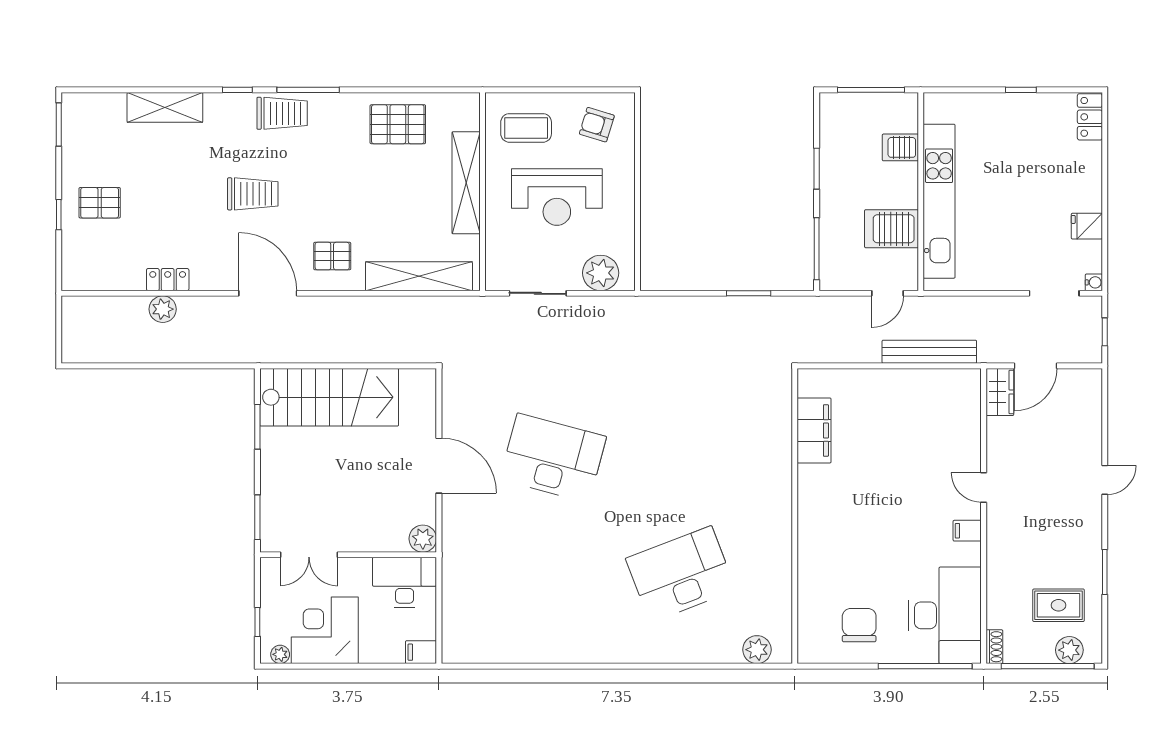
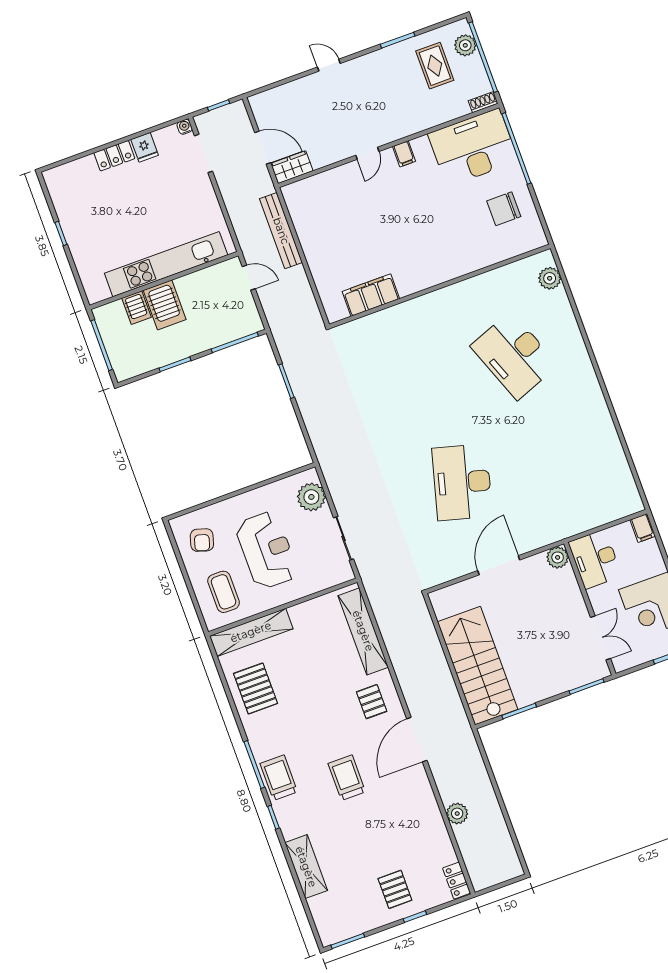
locker: (1090, 117) -> (114, 156), moved
shelving: (466, 183) -> (251, 632), moved
server rack: (892, 229) -> (165, 305), moved
locker: (168, 280) -> (457, 881), moved

